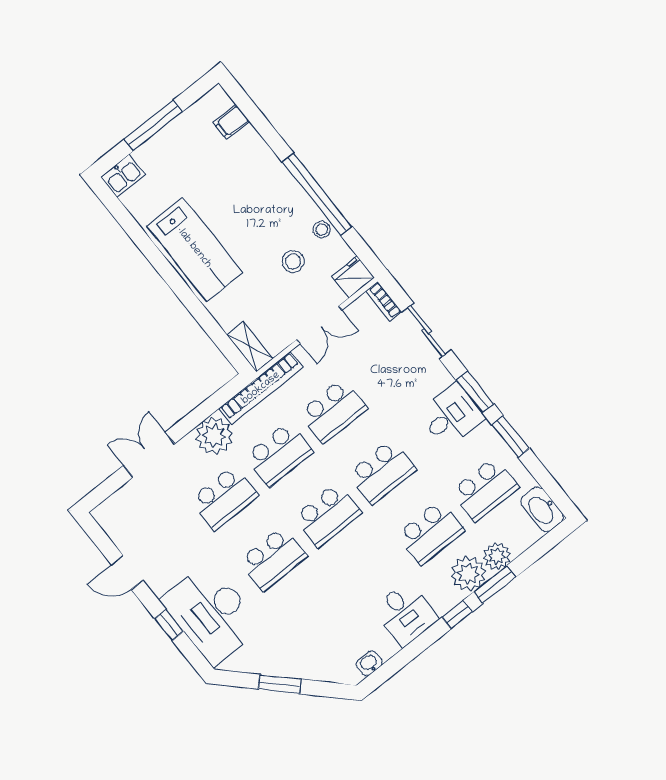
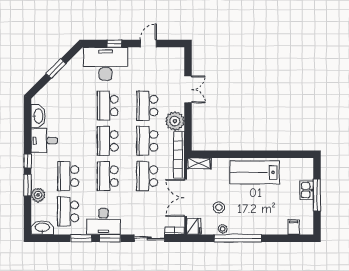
kitchen sink: (123, 176) -> (307, 190), moved
double door: (319, 325) -> (186, 198), width x1.37
desk: (451, 416) -> (103, 221), width x1.37
plant: (468, 574) -> (40, 178), removed
washbasin: (369, 663) -> (38, 116), width x1.91, depth x1.45

